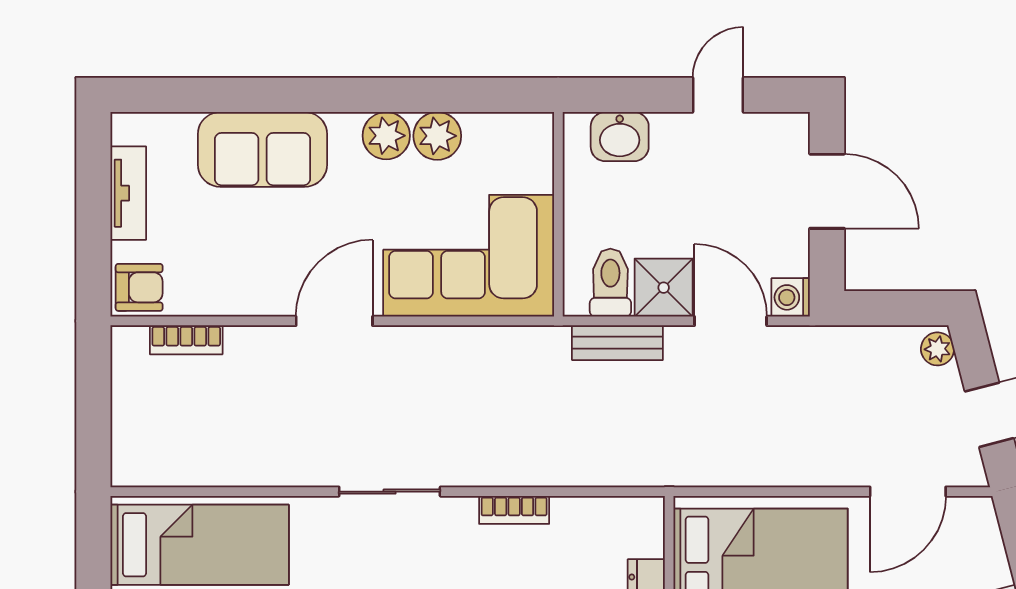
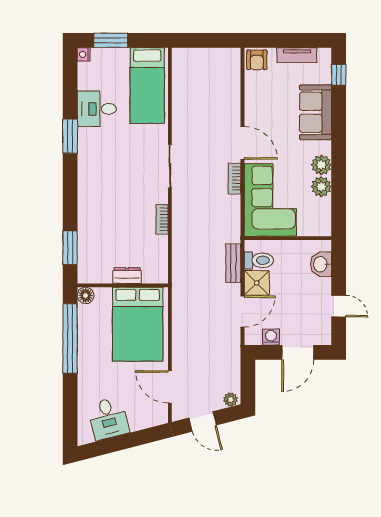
window: (174, 95) -> (339, 75), added
washing machine: (791, 297) -> (271, 337), moved
bookcase: (186, 340) -> (234, 179), moved

